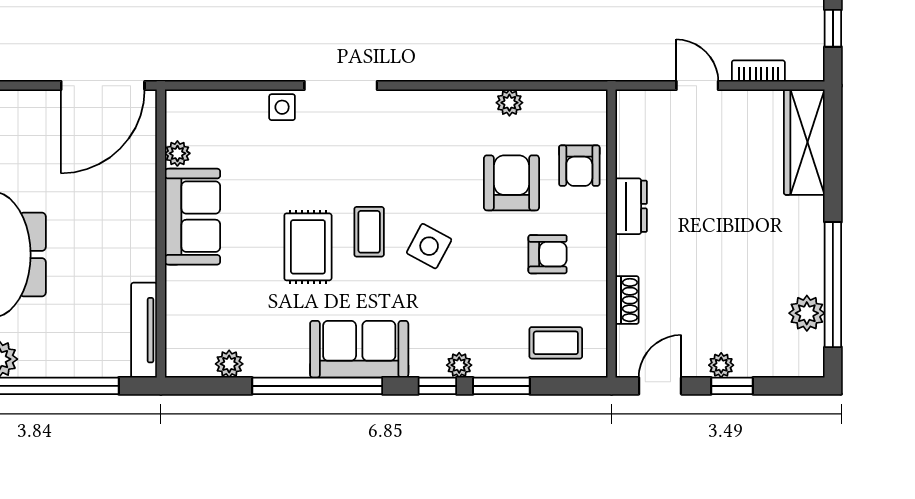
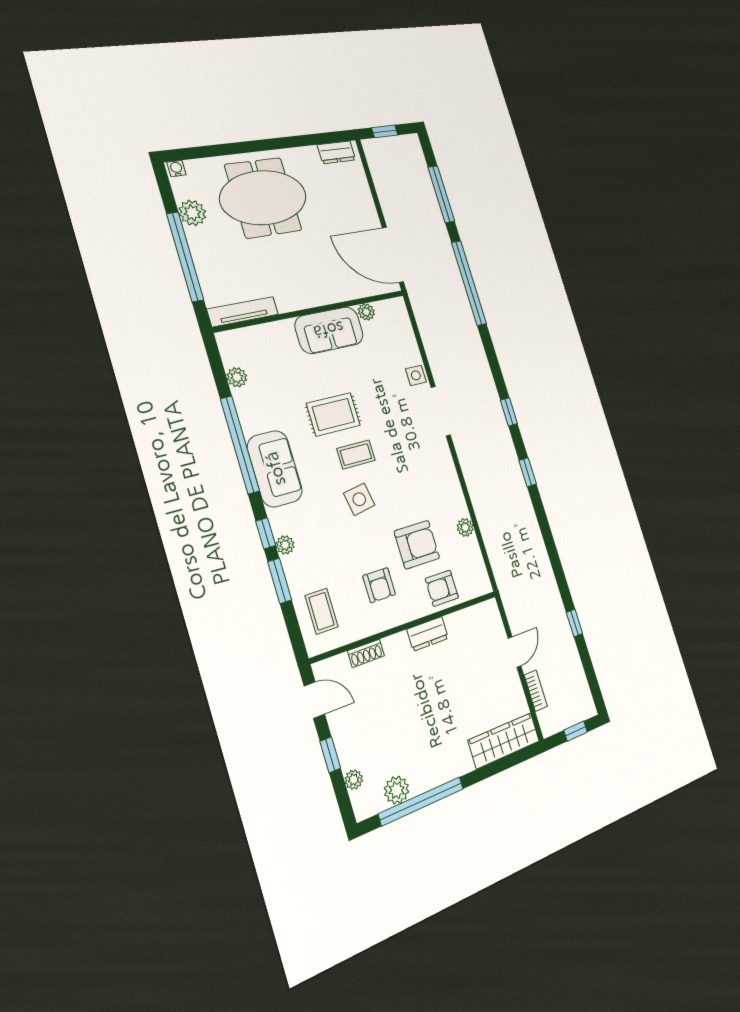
side table: (429, 246) -> (359, 499), turned -38
plant: (721, 365) -> (354, 780), moved

